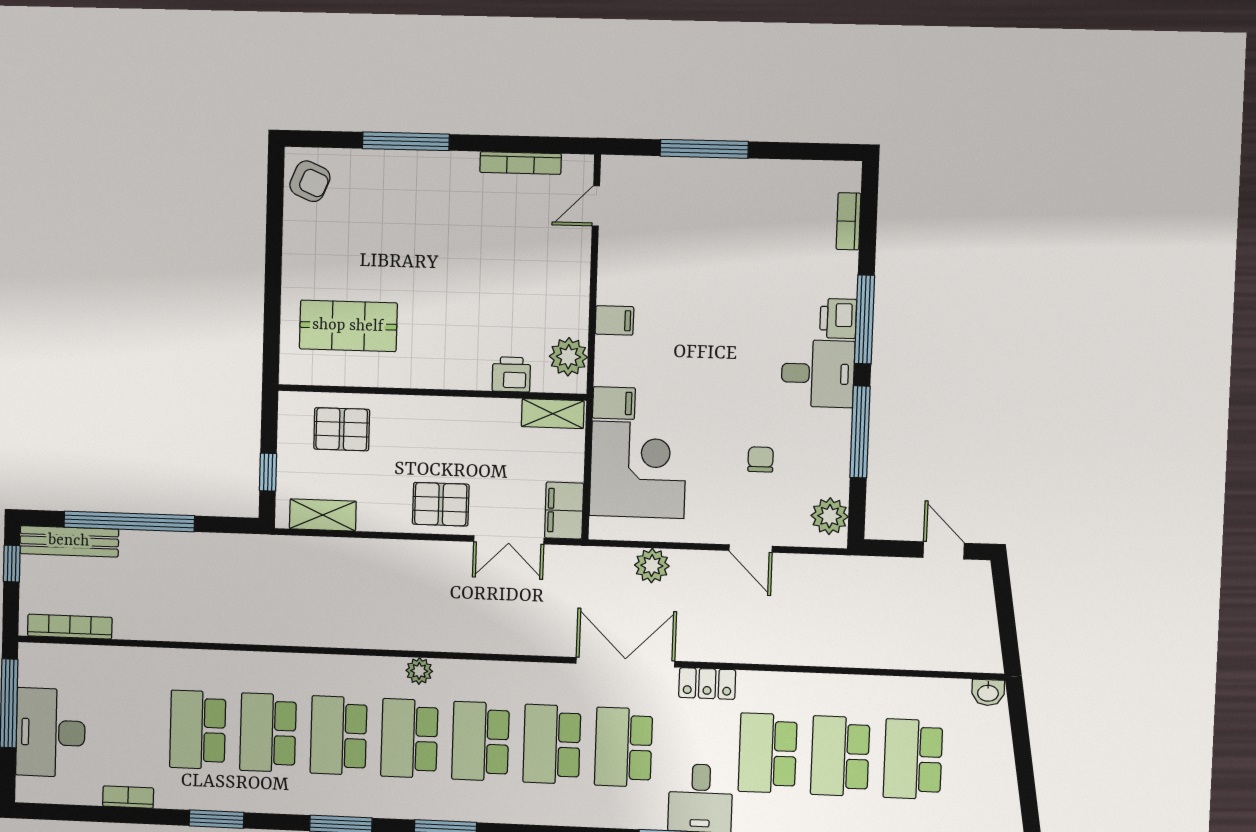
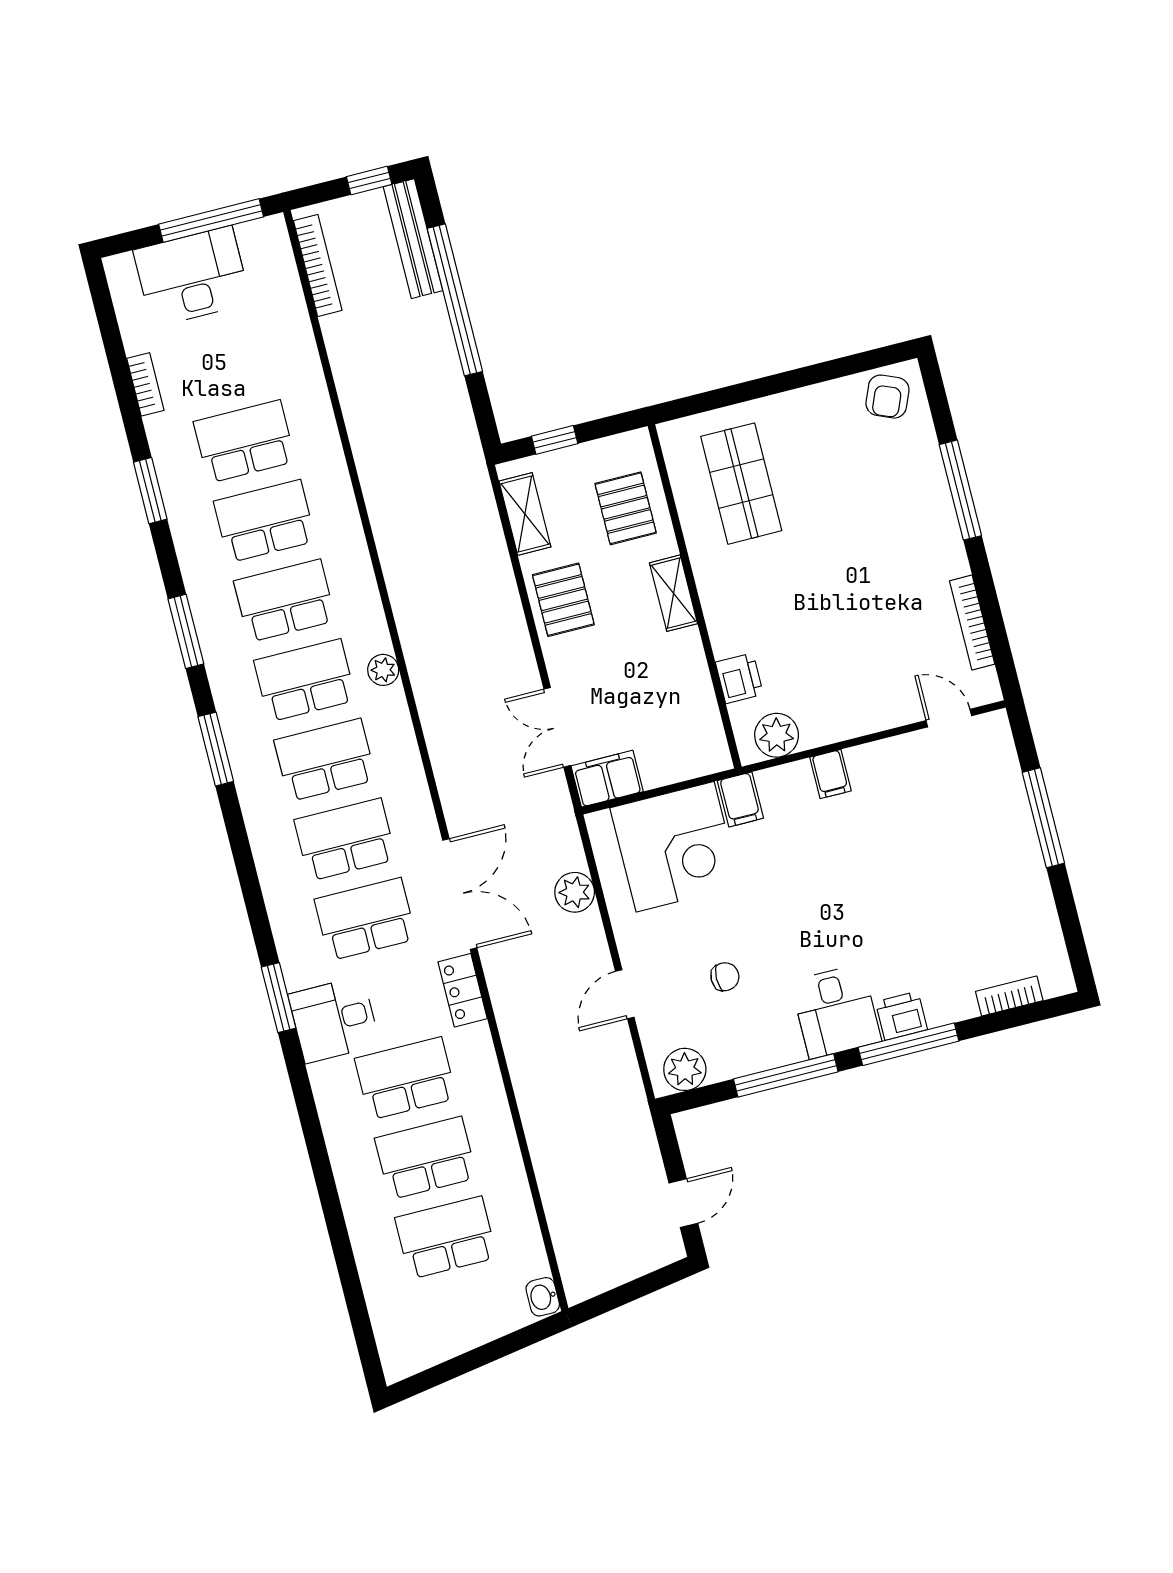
shelving: (553, 414) -> (674, 593), moved
pallet: (441, 504) -> (563, 600), moved

